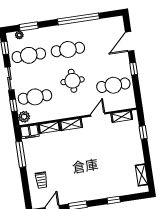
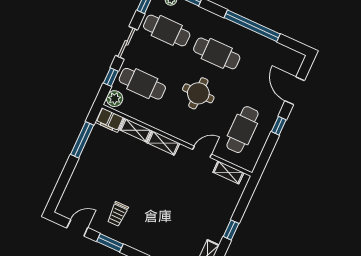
door: (130, 41) -> (295, 91), hinge flipped
cafe table: (113, 85) -> (242, 130), turned 90
window: (143, 132) -> (231, 230), moved
trolley: (41, 180) -> (118, 214), moved

